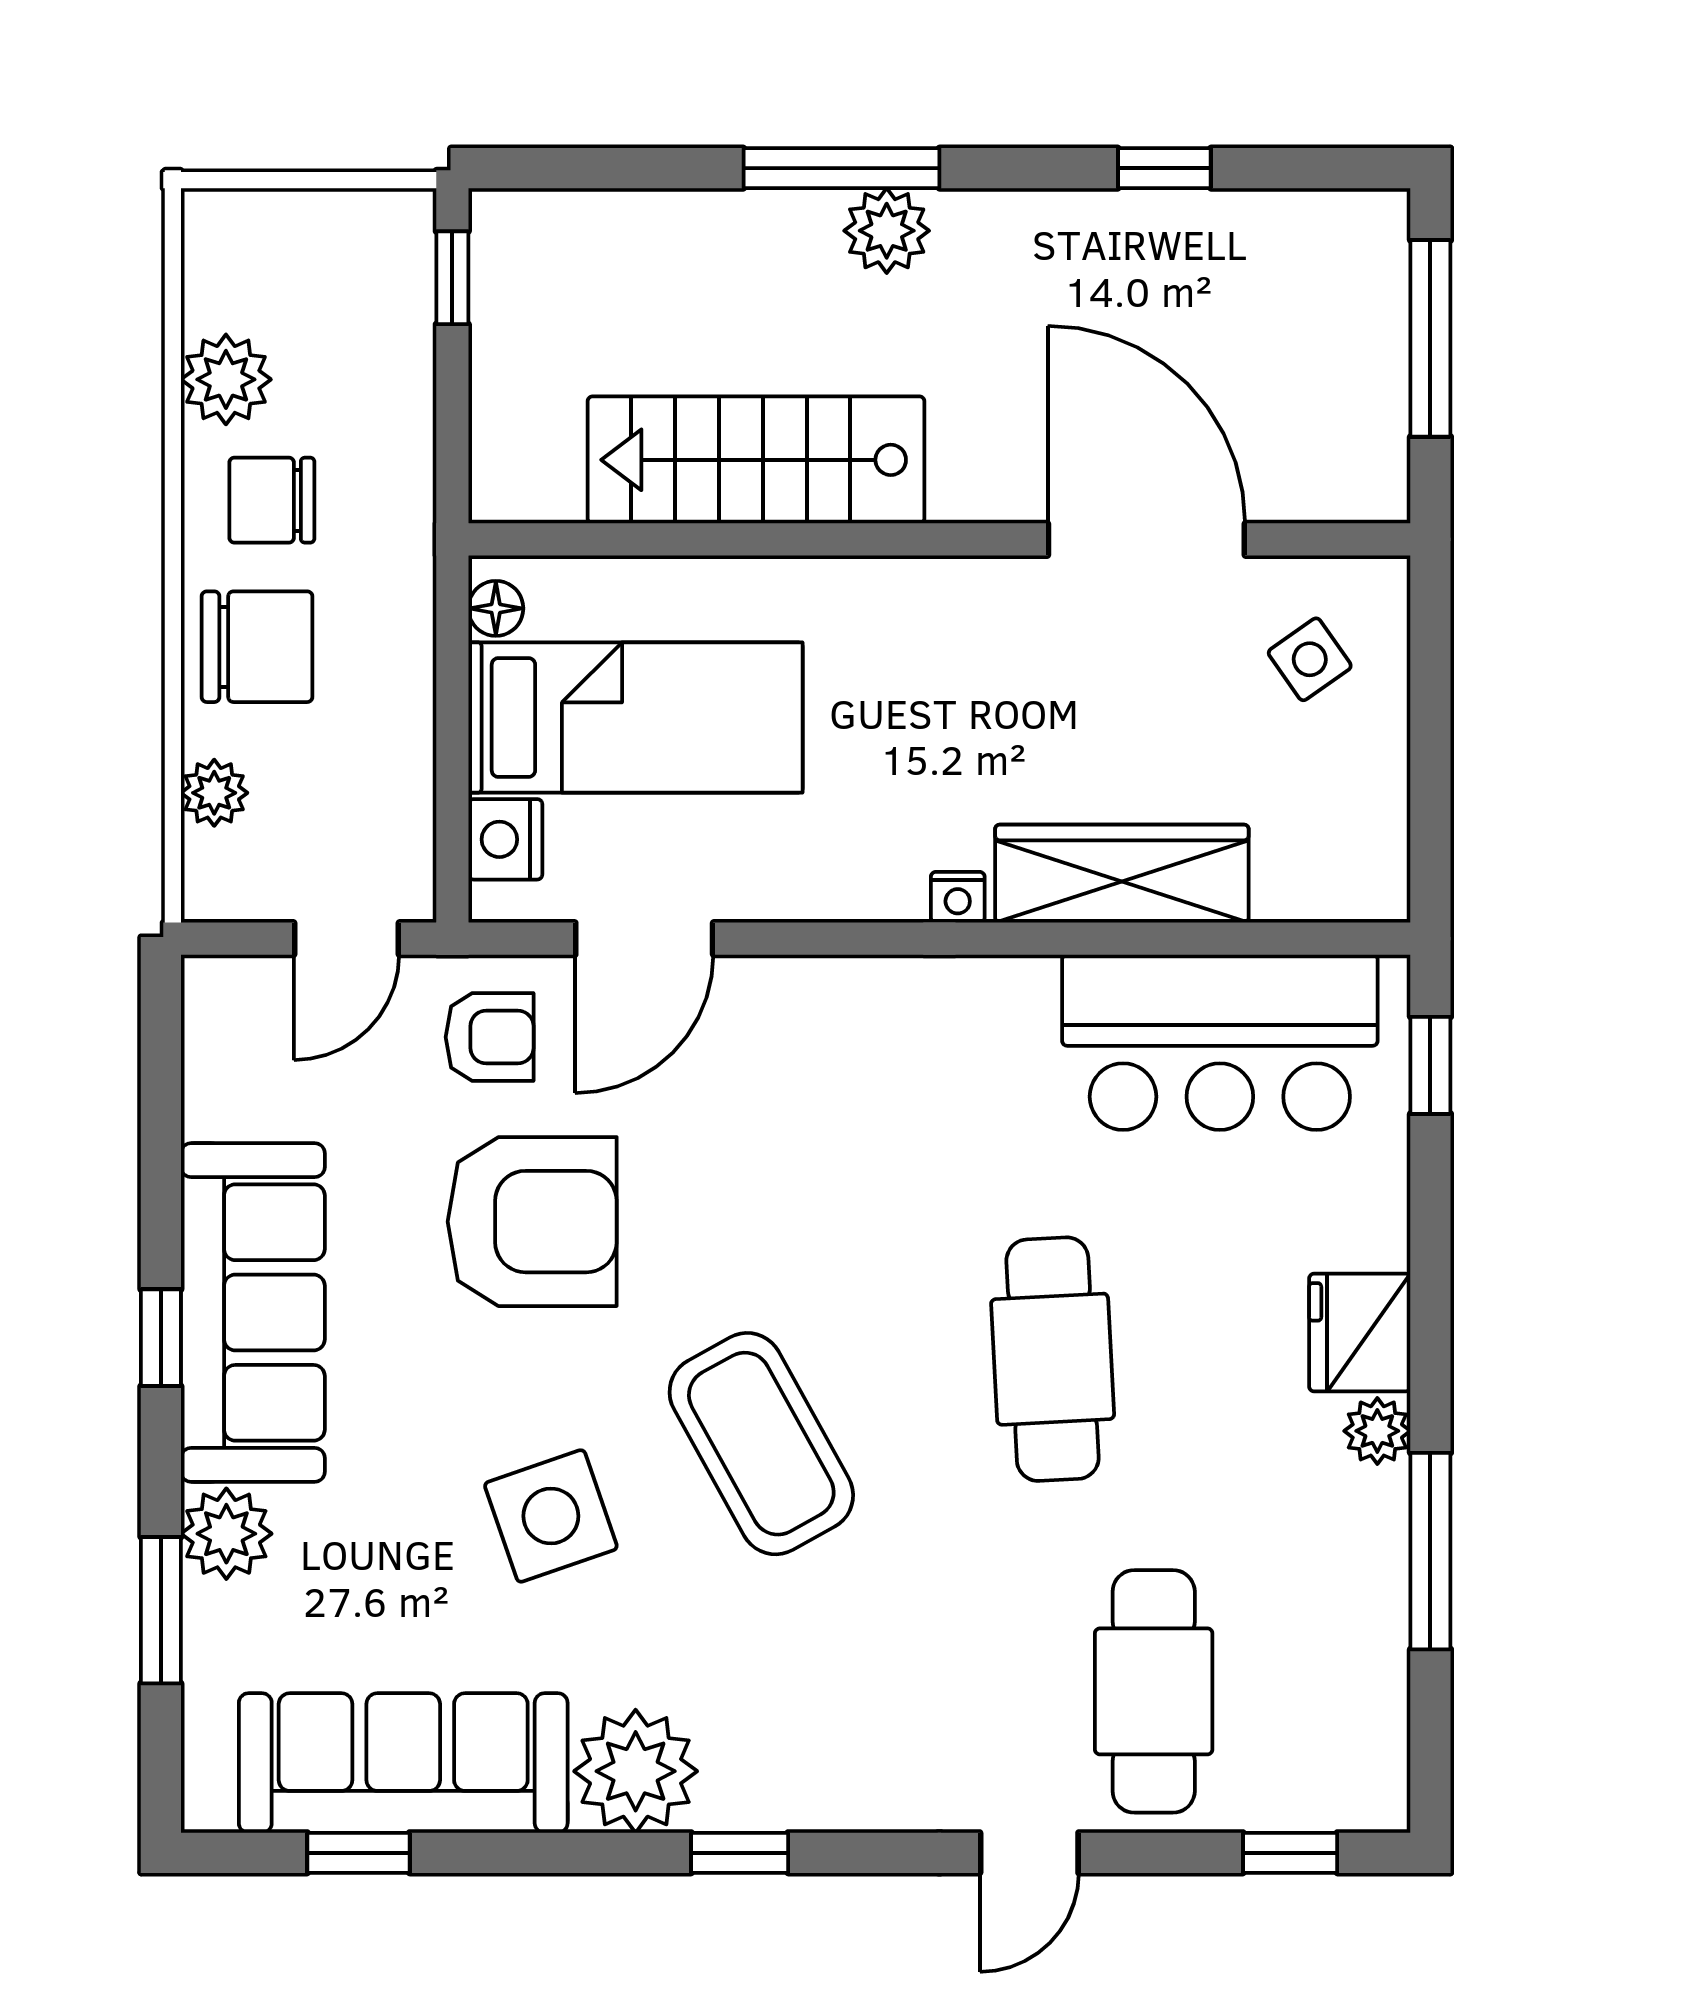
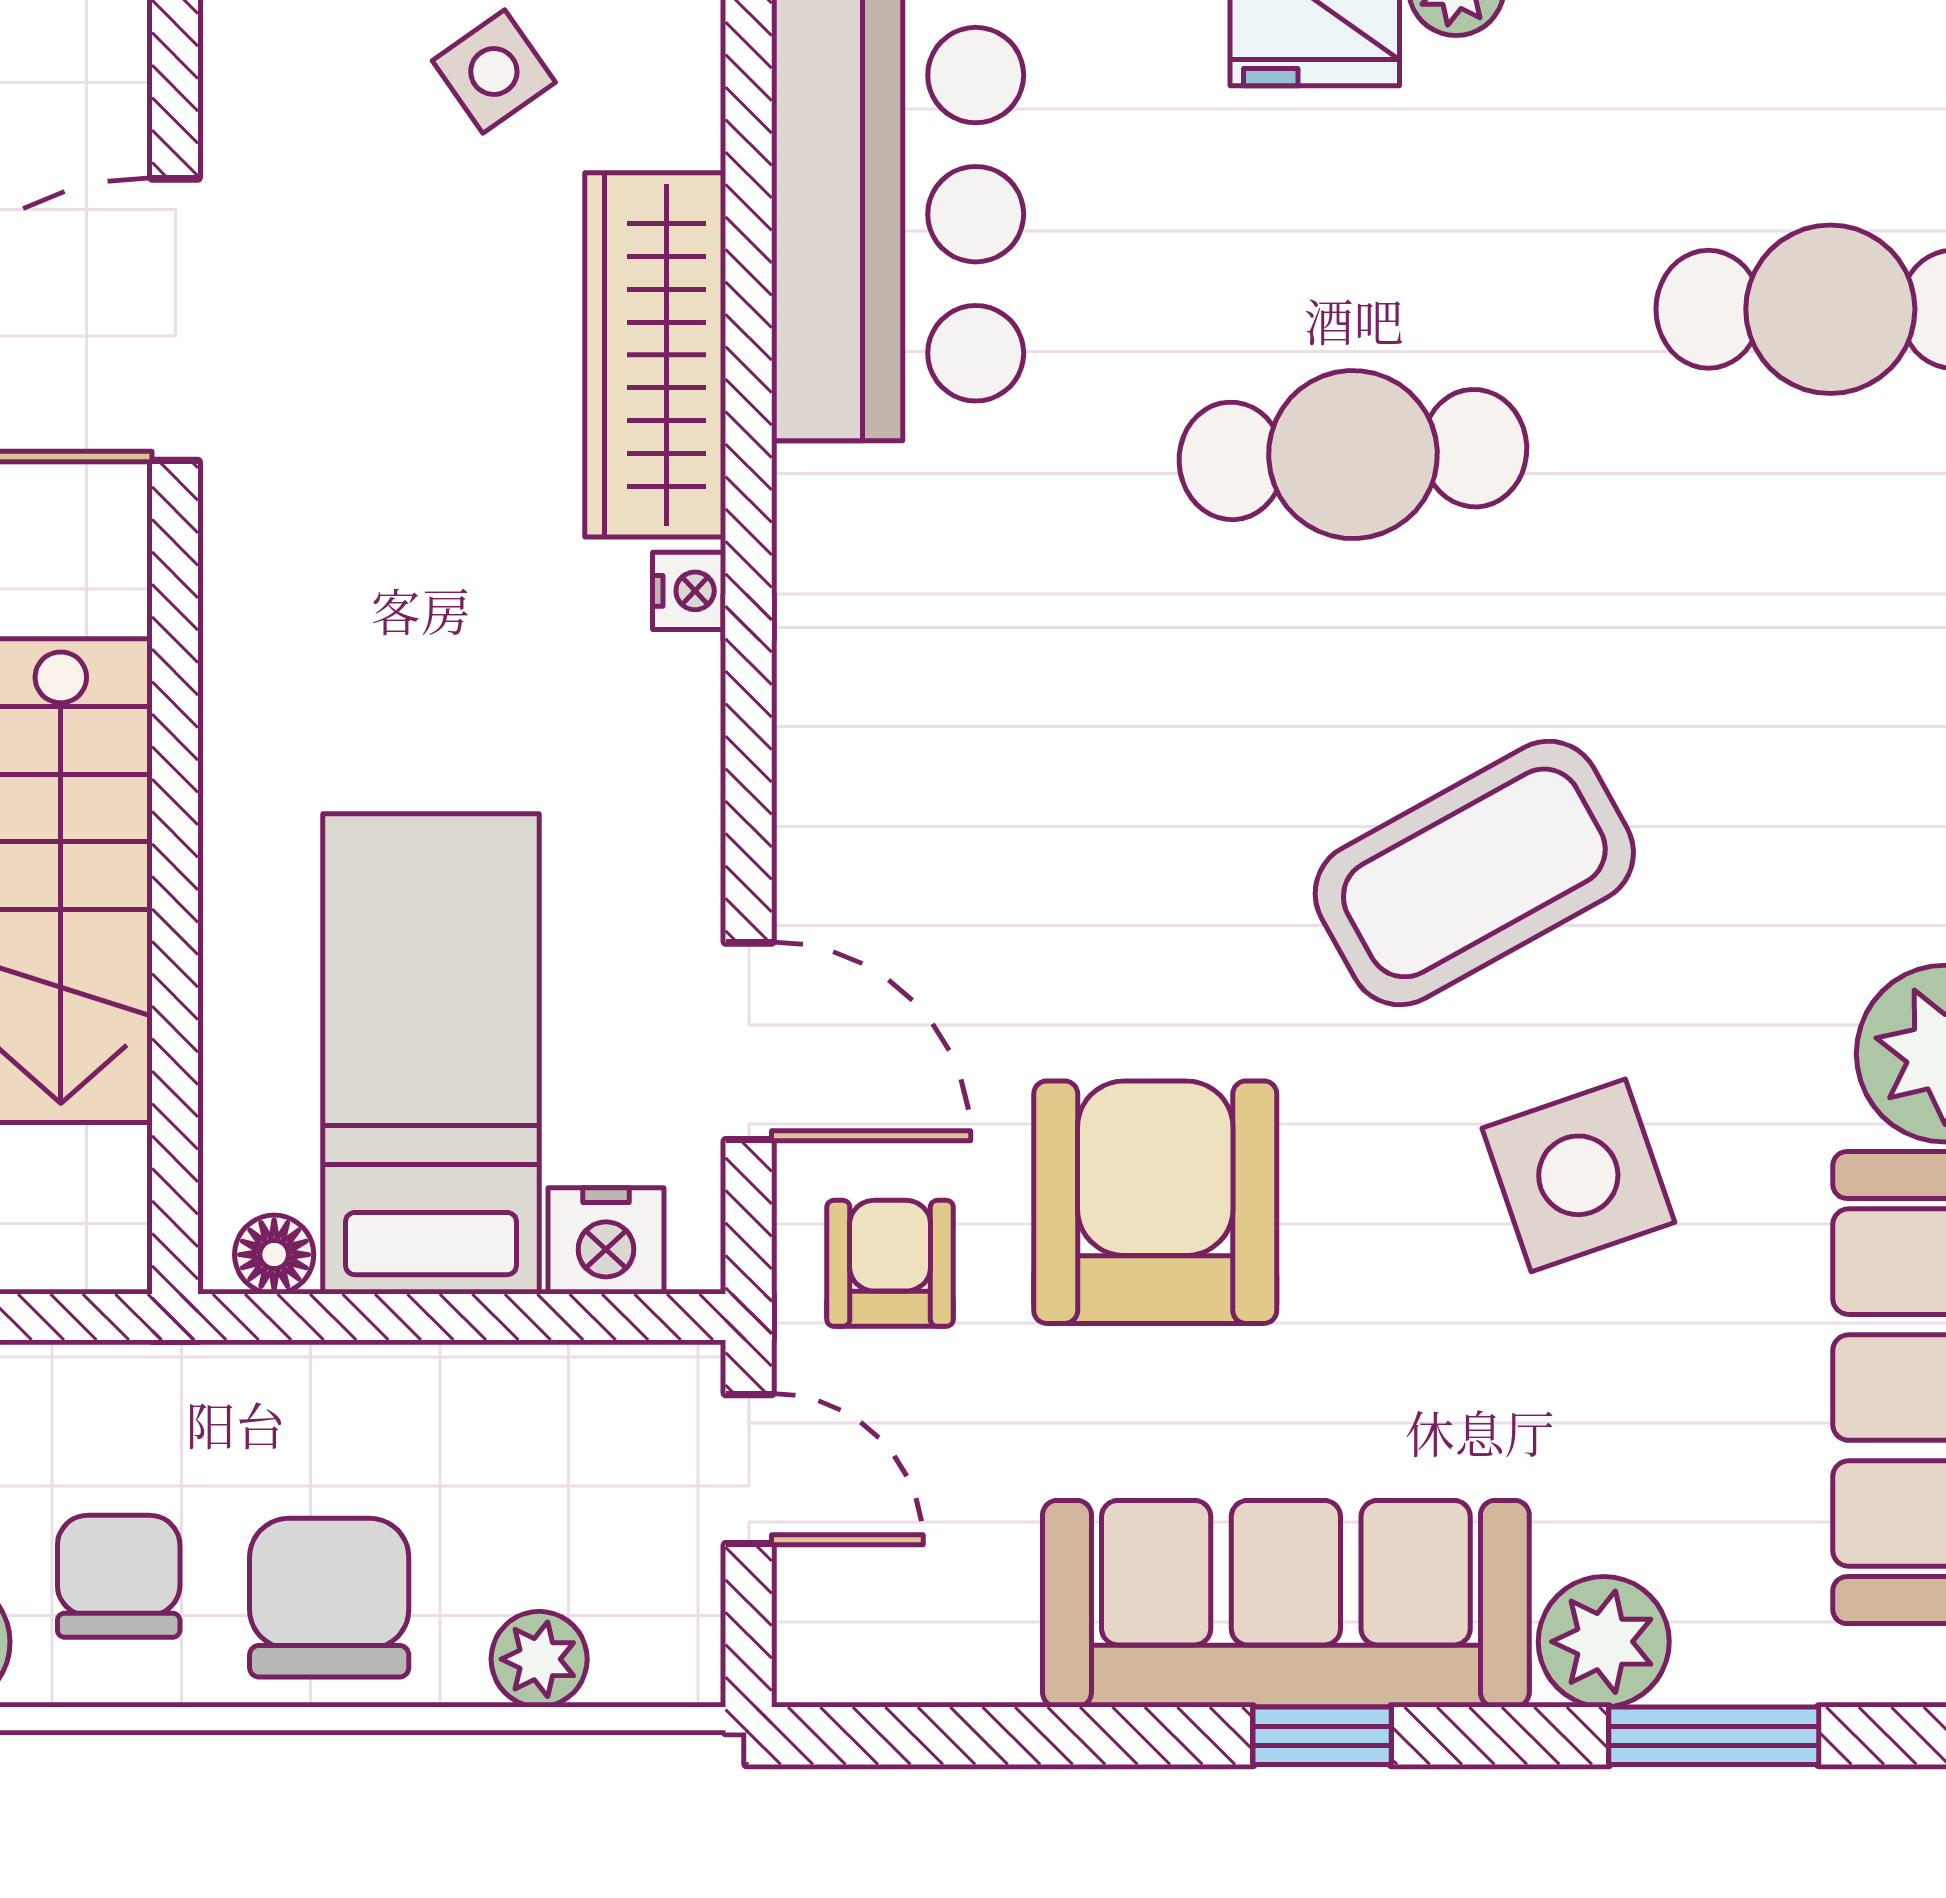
chair: (272, 500) -> (119, 1576), turned 180
side table: (1310, 659) -> (494, 72), moved

